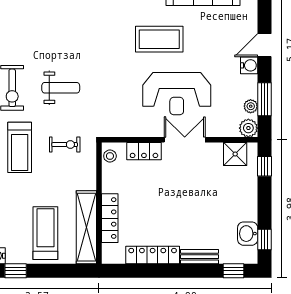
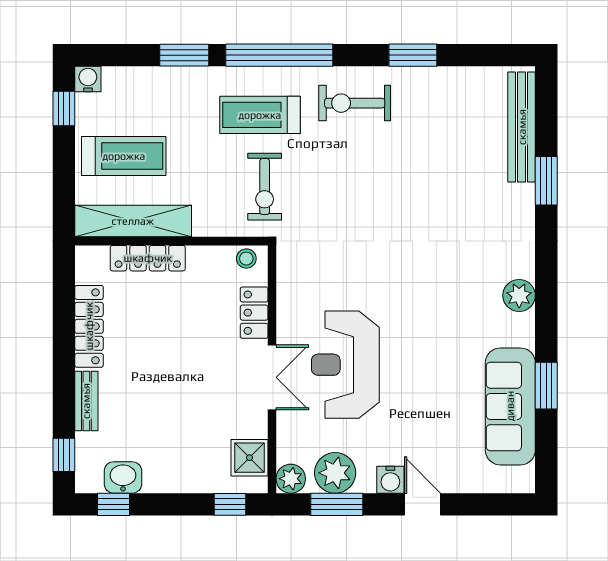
coffee table: (159, 39) -> (432, 337), removed
weight bench: (61, 88) -> (355, 180), removed
plant: (251, 106) -> (335, 473), width x1.88, depth x1.88
exercise bike: (65, 145) -> (265, 187), width x1.38, depth x1.39

